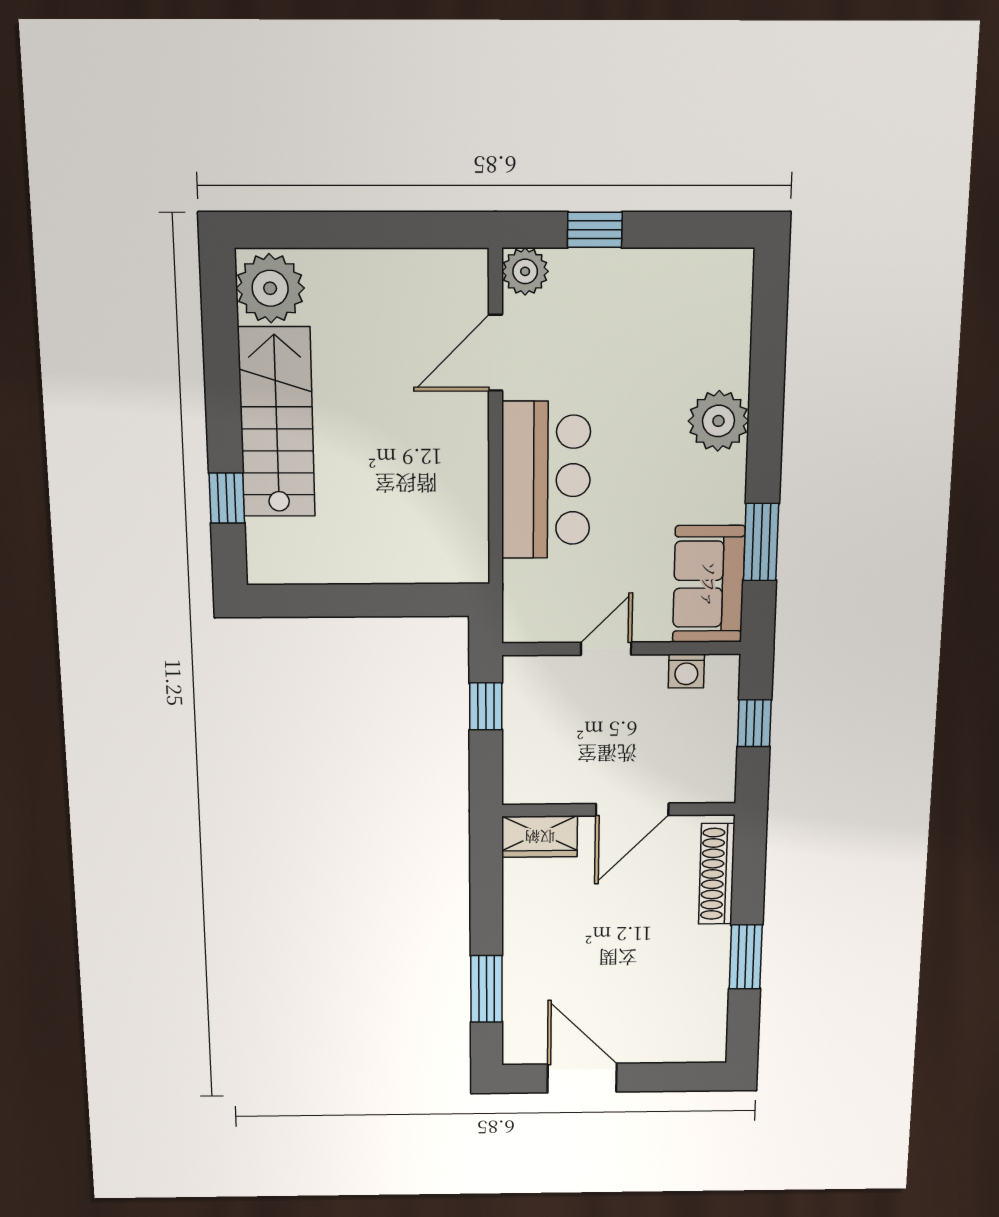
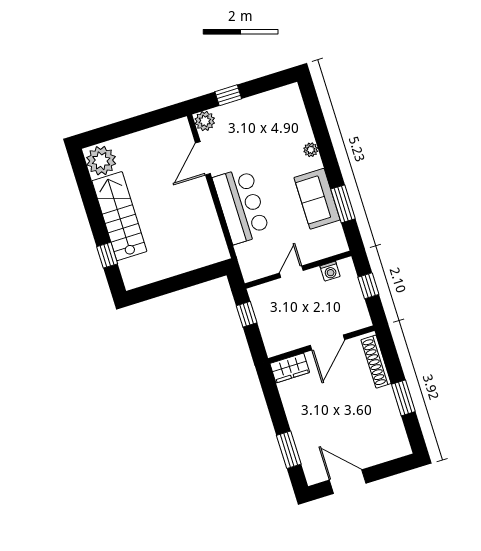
plant: (718, 421) -> (311, 150), width x0.53, depth x0.53
sofa: (709, 584) -> (317, 199), moved

